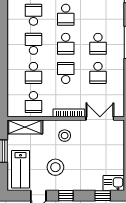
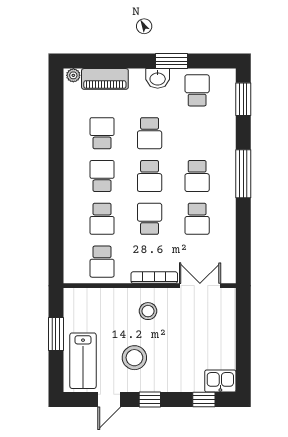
shelving: (25, 127) -> (89, 298), removed

